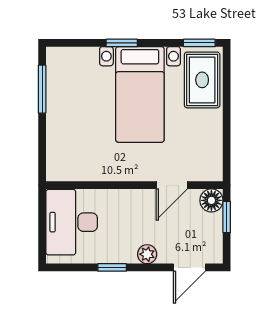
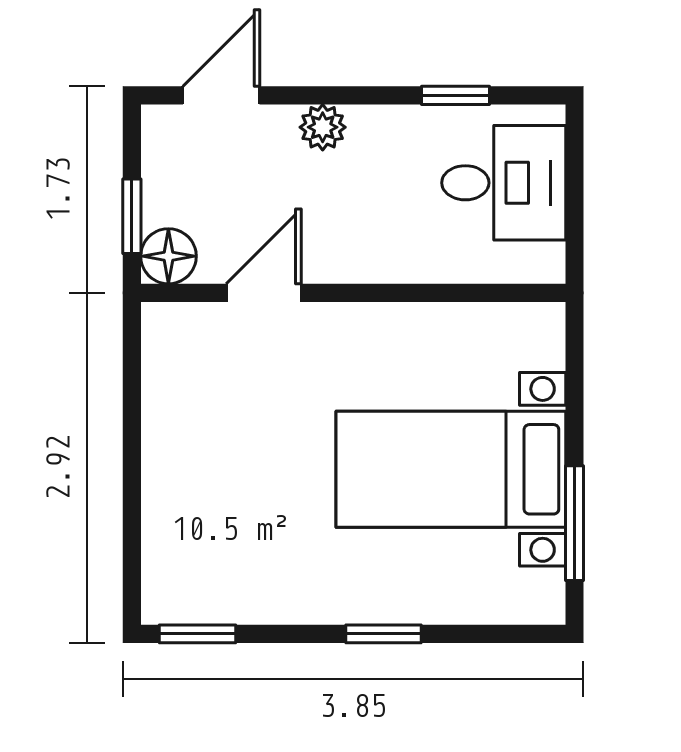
rug: (202, 80) -> (191, 545), removed
bed with nightstands: (140, 94) -> (451, 469), moved, turned -90
desk: (72, 222) -> (504, 183), width x0.73
window: (112, 267) -> (456, 95), moved

